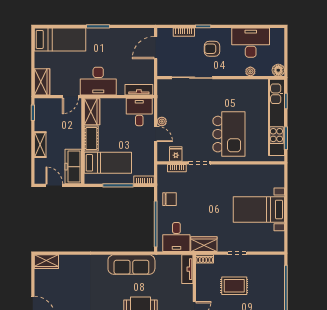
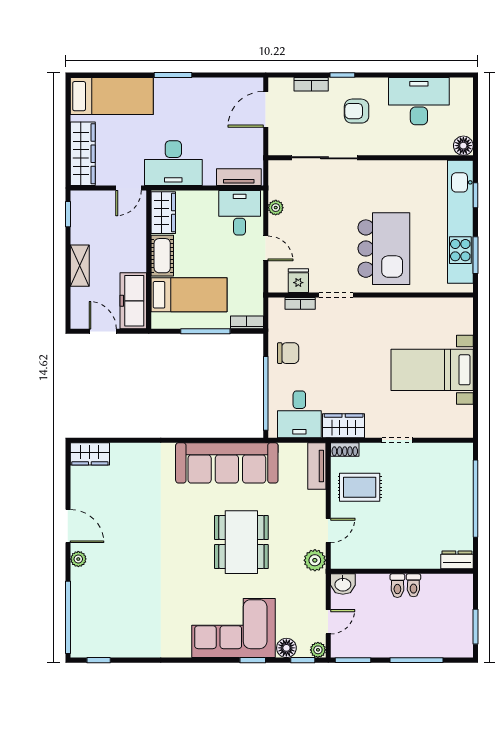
plant: (250, 71) -> (418, 148), removed
wardrobe: (42, 82) -> (83, 154), width x1.50
plant: (162, 121) -> (276, 208), moved
sofa: (131, 265) -> (227, 463), width x1.36, depth x1.27
rug: (234, 286) -> (360, 487), moved

